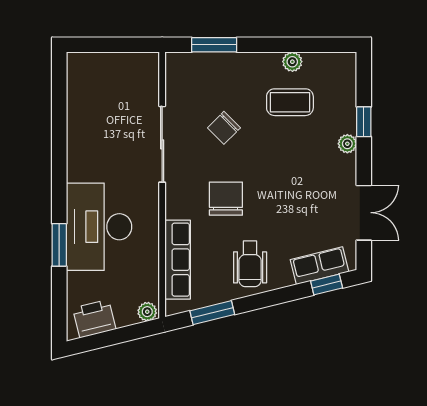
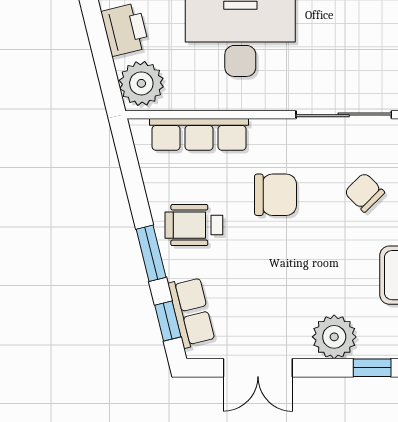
plant: (347, 144) -> (334, 337), width x1.88, depth x1.88
plant: (147, 312) -> (141, 83), width x1.88, depth x1.88
window: (212, 313) -> (151, 253), moved

